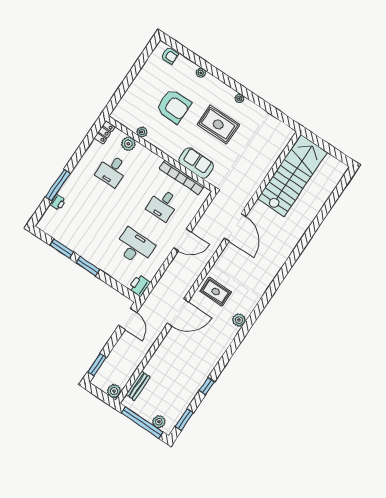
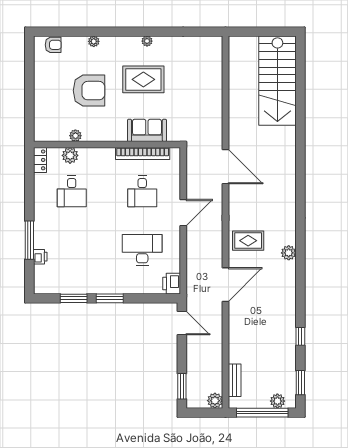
stairs: (292, 176) -> (277, 81), moved, turned 180

